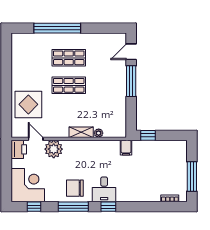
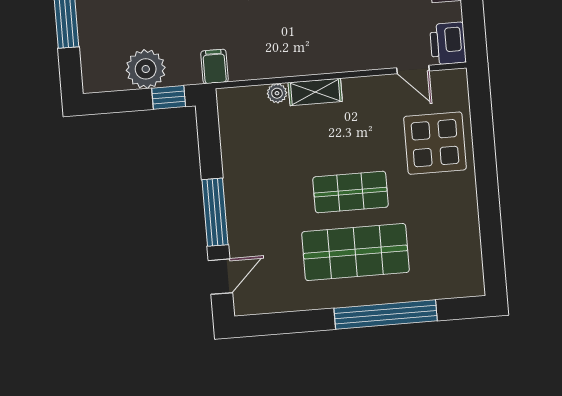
shop shelf: (69, 58) -> (355, 252), width x1.43, depth x1.36
plant: (54, 149) -> (146, 69), moved

